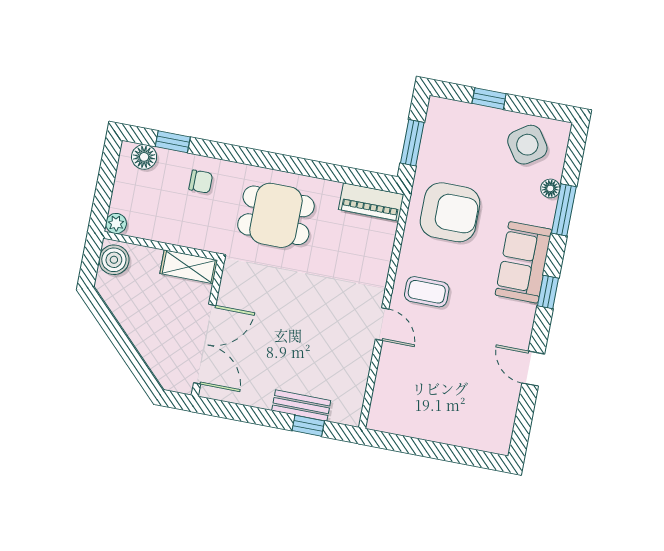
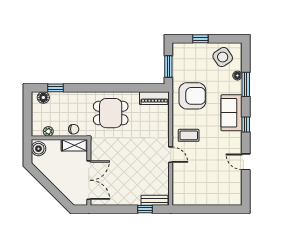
chair: (201, 182) -> (74, 129), moved
plant: (116, 223) -> (48, 131), moved
bench: (301, 406) -> (154, 200), moved

